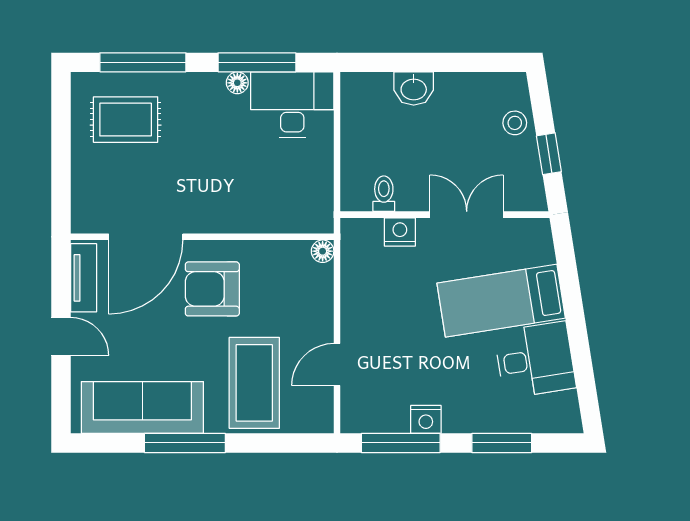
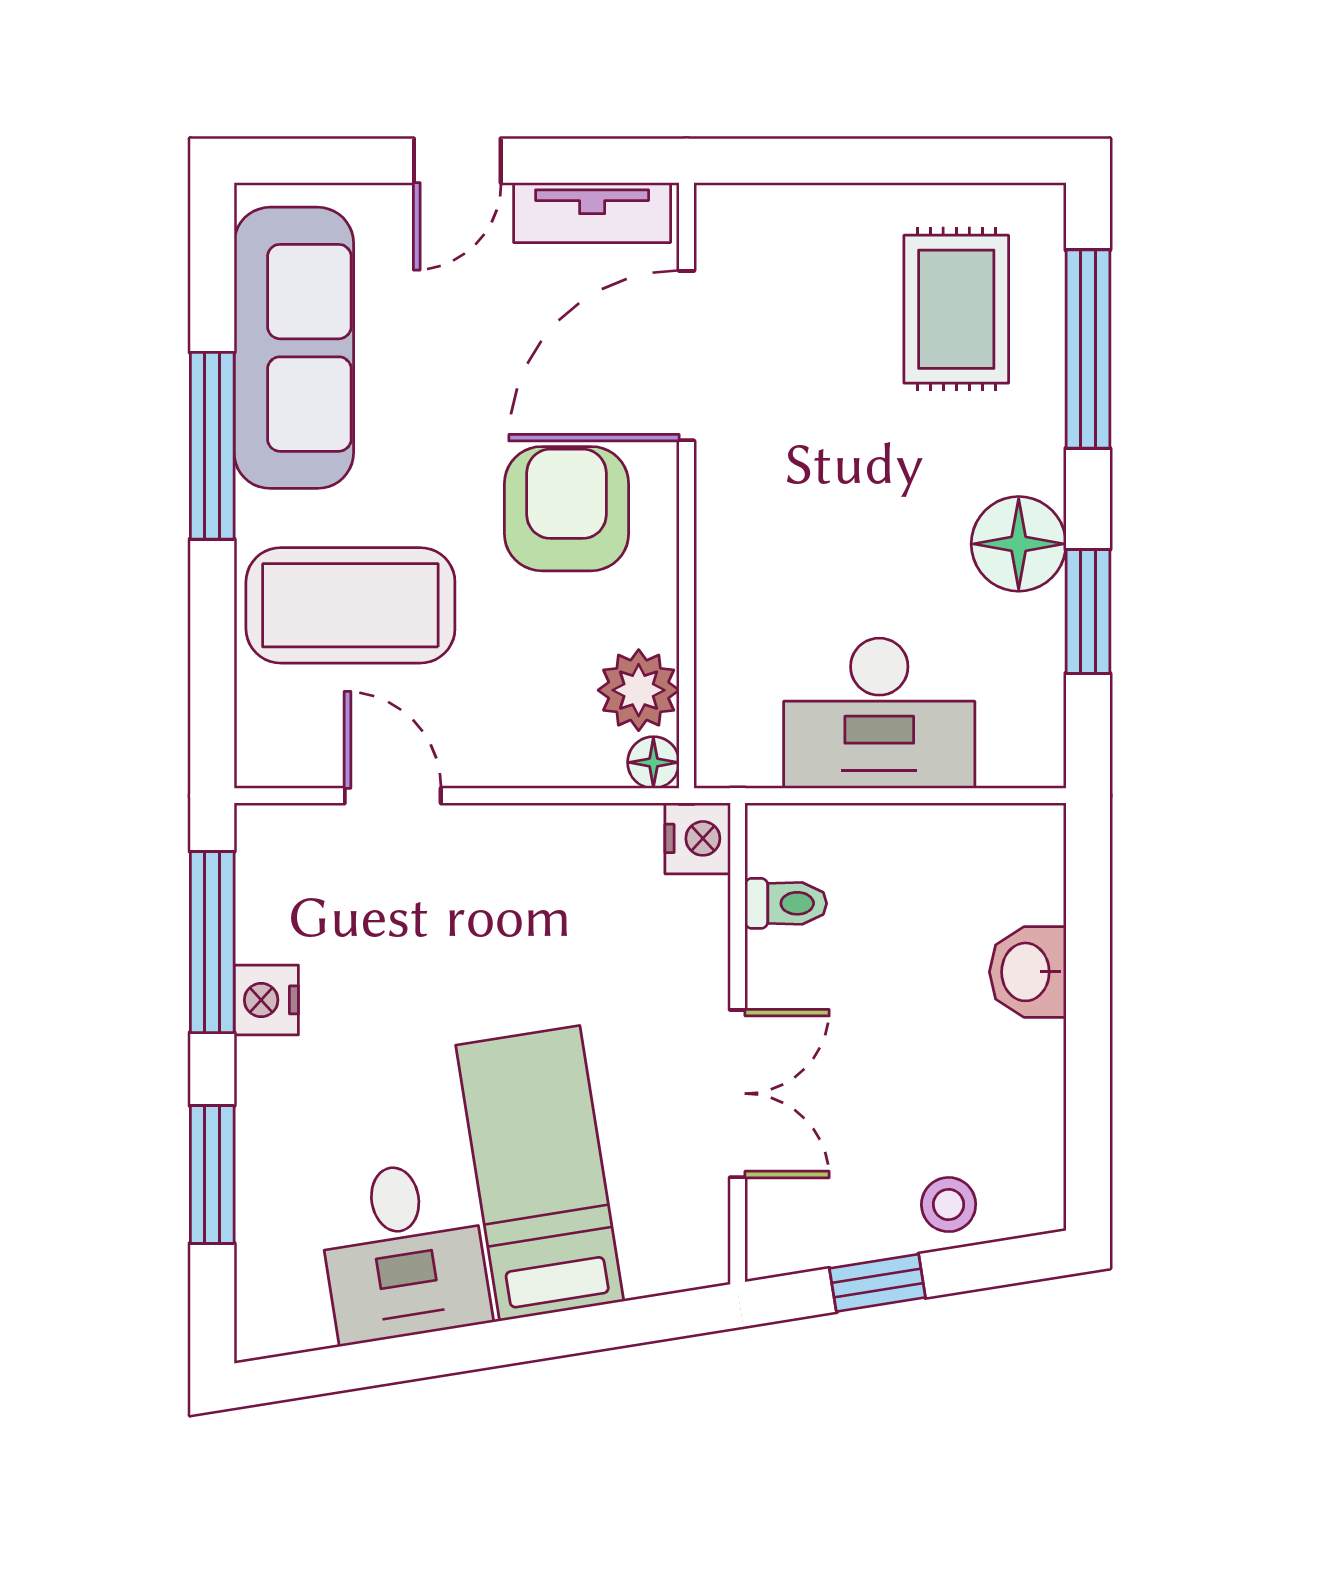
window: (257, 62) -> (1088, 611), width x0.69
floor lamp: (237, 83) -> (1019, 544), width x1.89, depth x1.89
desk: (292, 104) -> (879, 713), moved, turned 90
nightstand: (400, 232) -> (698, 838), moved
door: (146, 237) -> (687, 356), hinge flipped
plant: (291, 258) -> (639, 690), added

